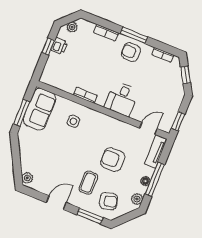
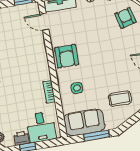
desk: (122, 99) -> (41, 127), moved, turned 90
armchair: (113, 160) -> (67, 56), moved
coffee table: (88, 183) -> (120, 99), moved

